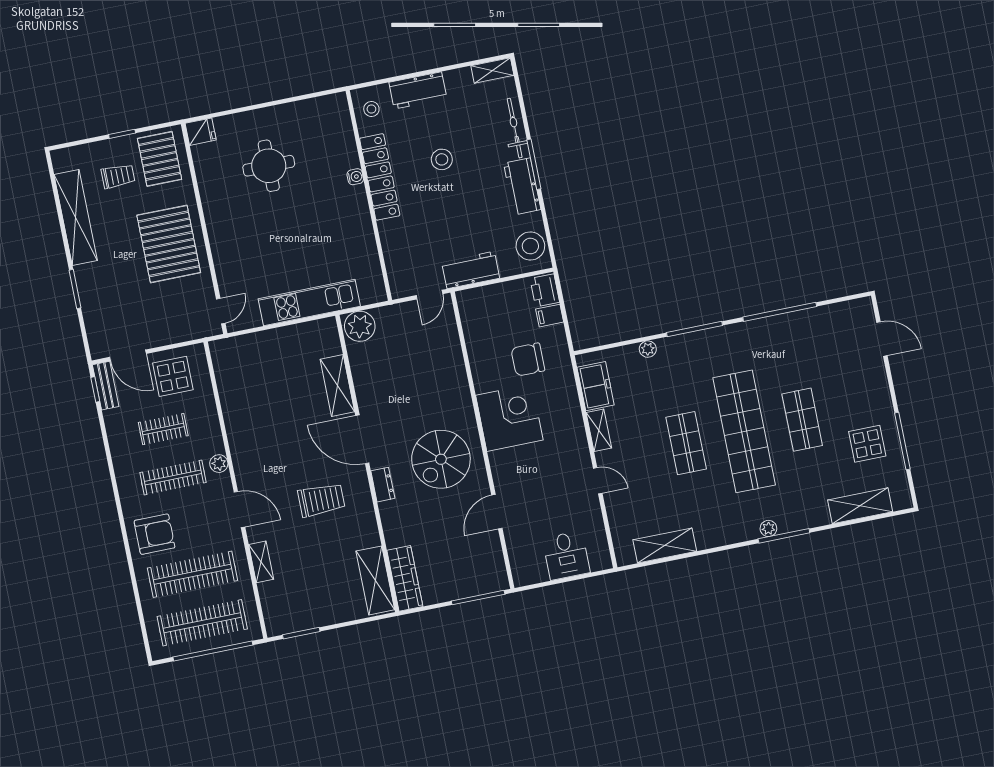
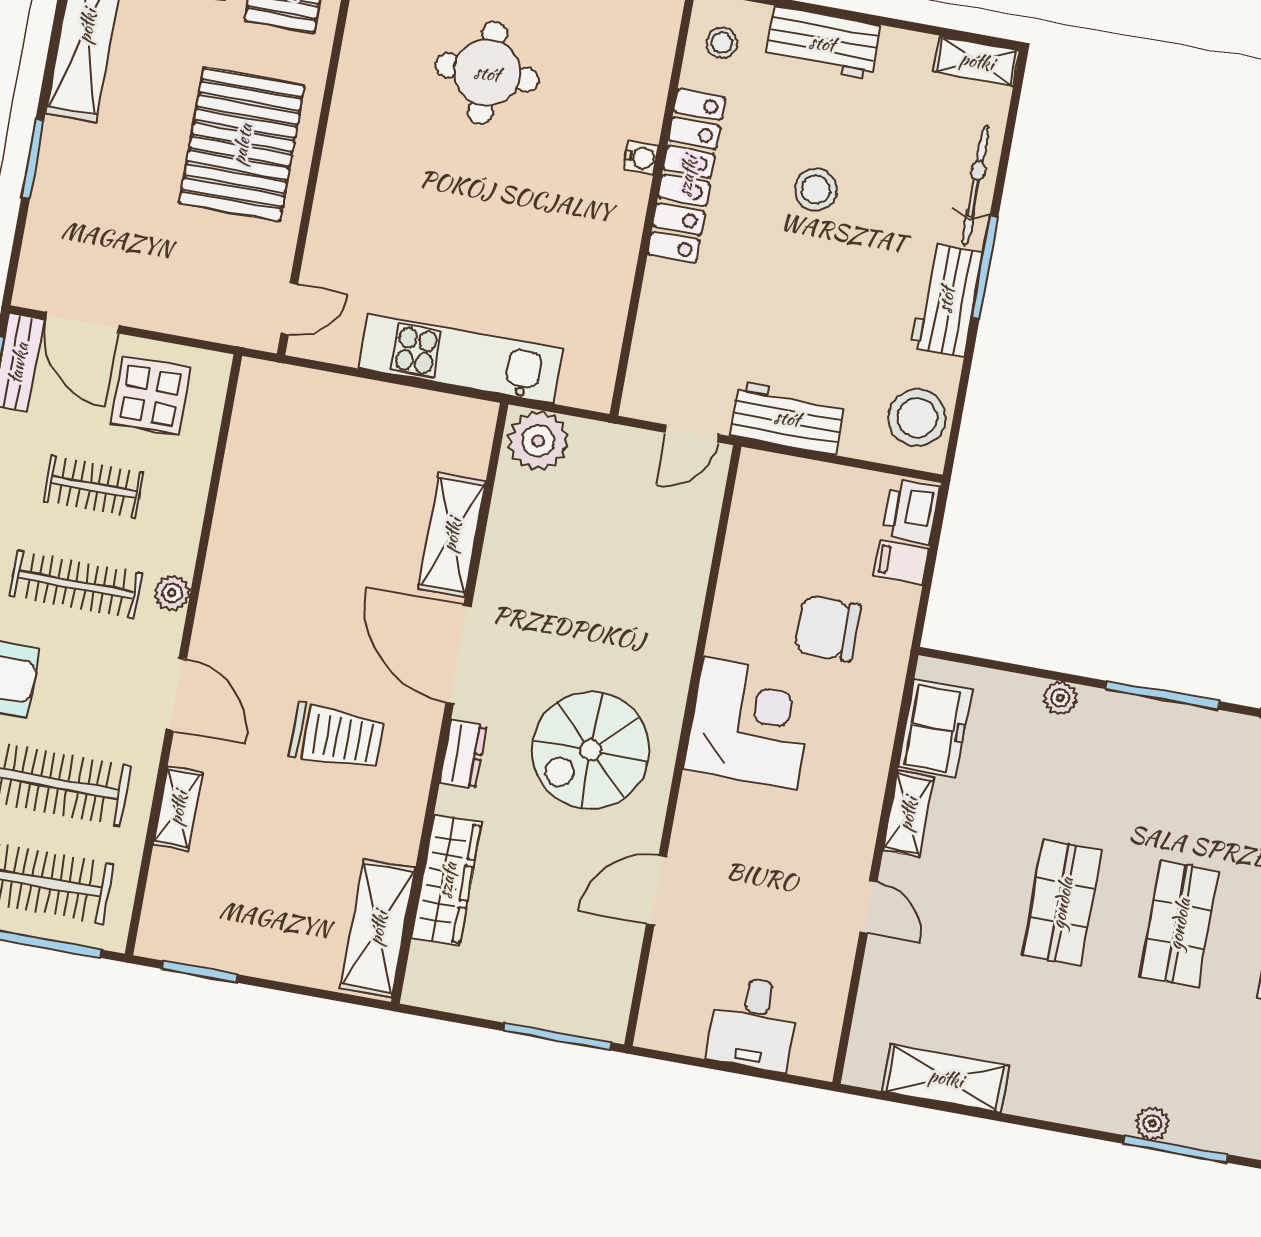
shop shelf: (744, 431) -> (1179, 924), width x0.50, depth x0.74
wardrobe: (405, 578) -> (447, 880), moved

